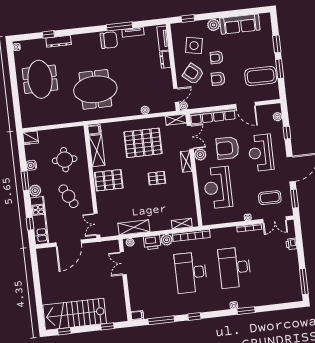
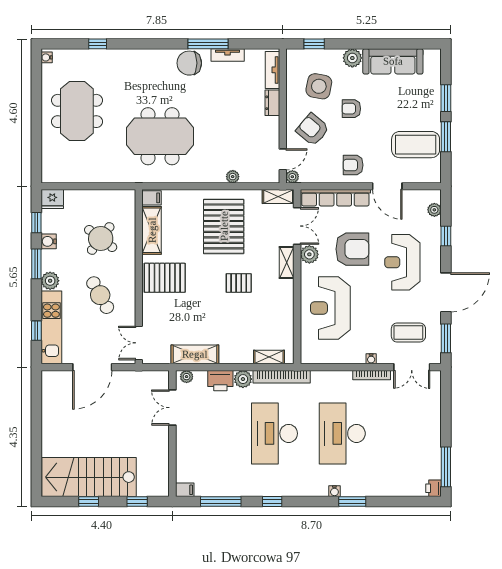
chair: (109, 40) -> (189, 63), turned 180
dresser: (59, 41) -> (112, 56), removed
armchair: (218, 79) -> (353, 165), moved
pallet: (143, 143) -> (224, 226), turned 90
armchair: (228, 148) -> (352, 249), turned 180
window: (22, 154) -> (36, 223), added
round table: (65, 160) -> (101, 239), turned 37
printer: (291, 244) -> (434, 488), moved
window: (64, 331) -> (89, 501), moved

